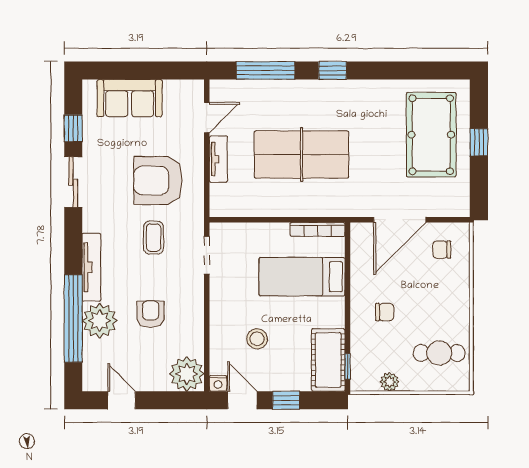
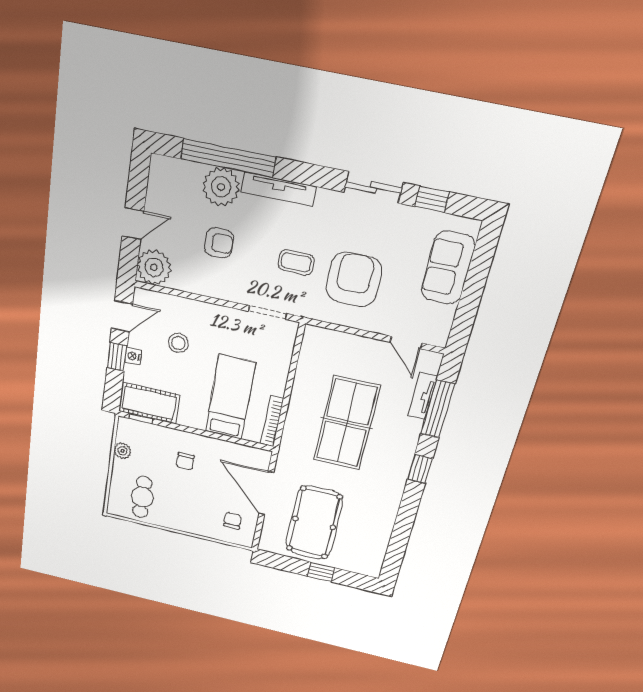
pool table: (431, 135) -> (314, 523), moved, turned 90
tv unit: (218, 159) -> (423, 396), moved, turned 90
nightstand: (218, 383) -> (133, 356), moved
door: (122, 400) -> (133, 224), moved

